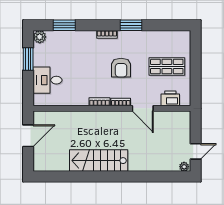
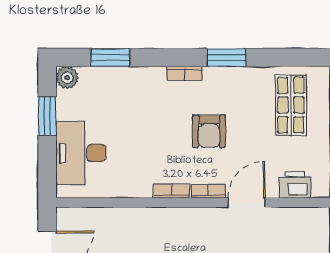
shop shelf: (167, 67) -> (291, 105), moved, turned 90
desk: (47, 80) -> (81, 153), width x1.37
door: (143, 108) -> (247, 202), swing flipped

